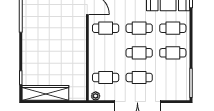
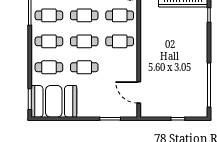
cafe table: (106, 28) -> (120, 41), moved
cafe table: (173, 77) -> (49, 15), added

